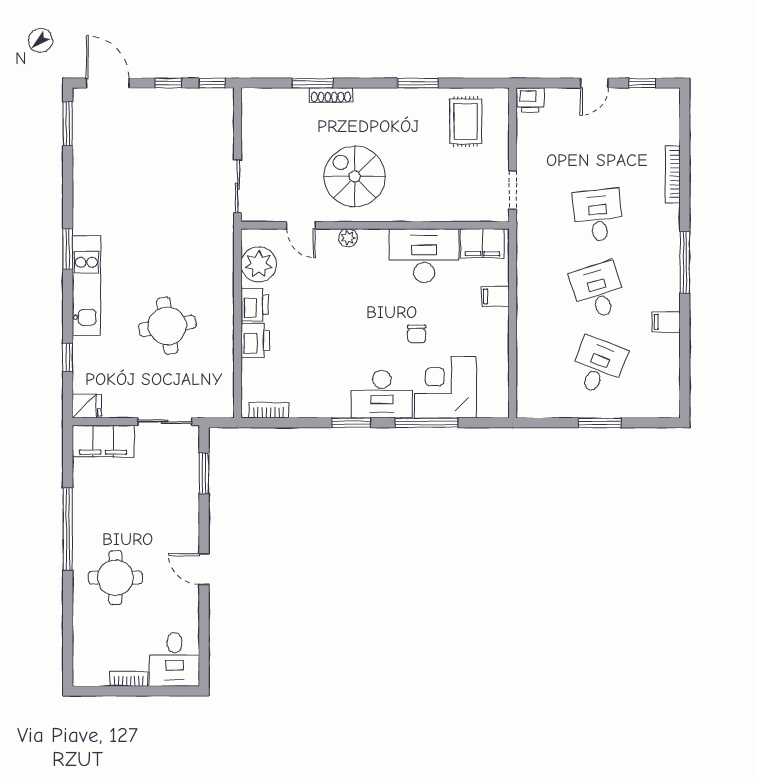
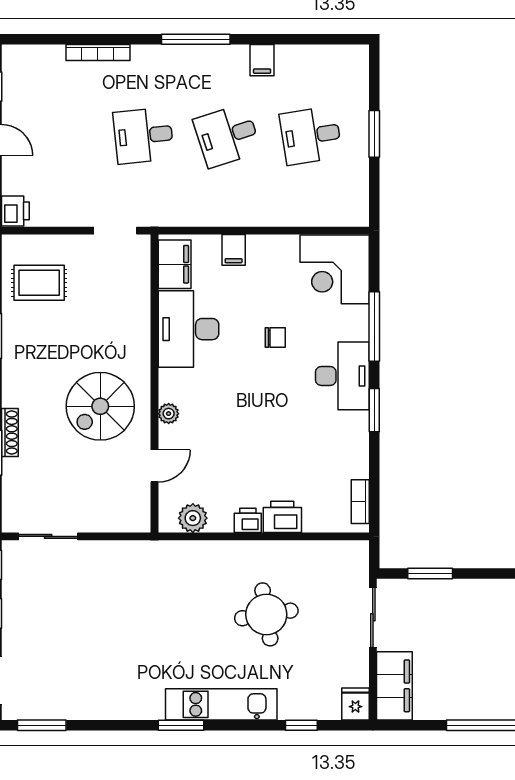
sliding door: (238, 186) -> (48, 536), moved
plant: (259, 264) -> (193, 518), width x0.73, depth x0.73
printer: (255, 305) -> (248, 520), width x0.73, depth x0.81
desk: (598, 366) -> (311, 136), turned -30
corner desk: (445, 387) -> (335, 269), moved

